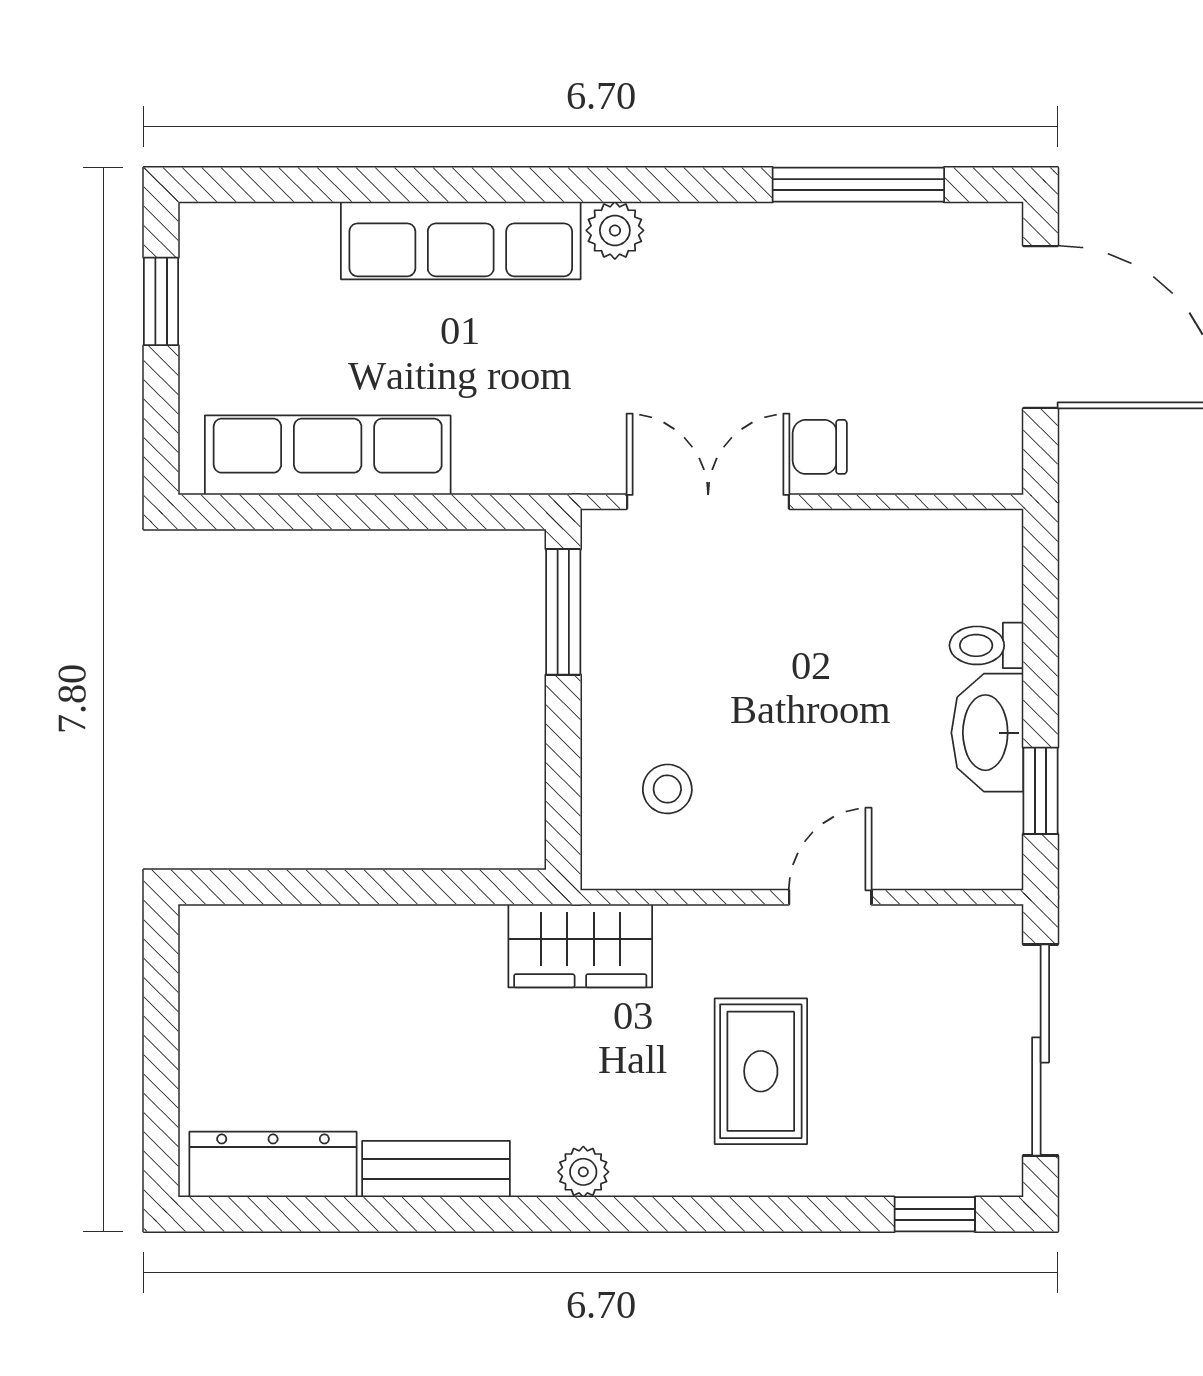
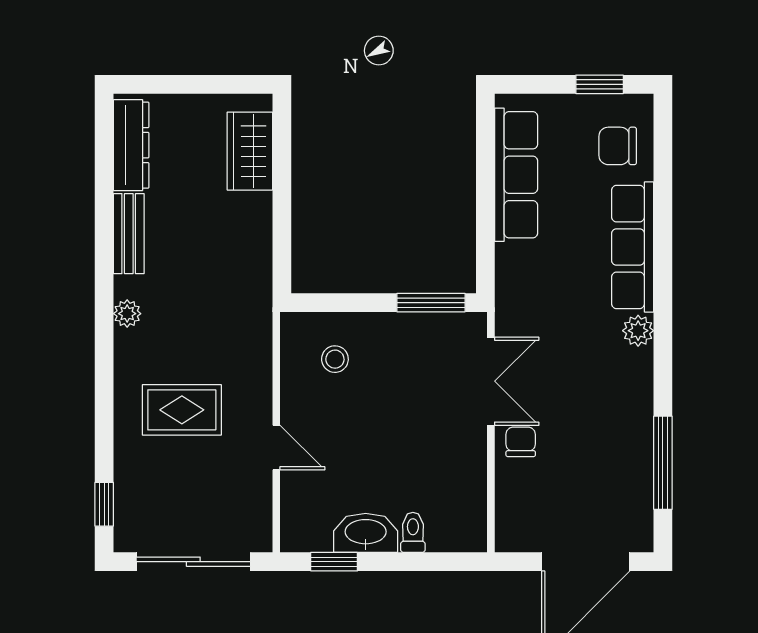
chair: (275, 268) -> (618, 146), added
wardrobe: (580, 946) -> (250, 151), moved

